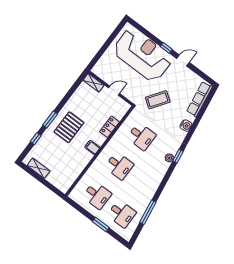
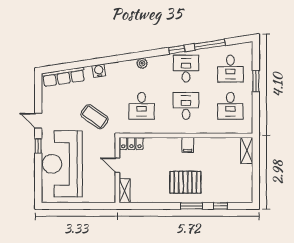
locker: (110, 127) -> (131, 143), moved
desk: (141, 136) -> (142, 106), turned 180
window: (178, 156) -> (177, 50), moved
shelving: (38, 168) -> (247, 150), moved
desk: (144, 184) -> (186, 69), added
desk: (97, 195) -> (230, 106), turned 180
desk: (122, 214) -> (230, 69), turned 180

